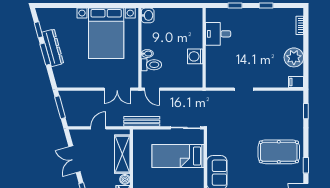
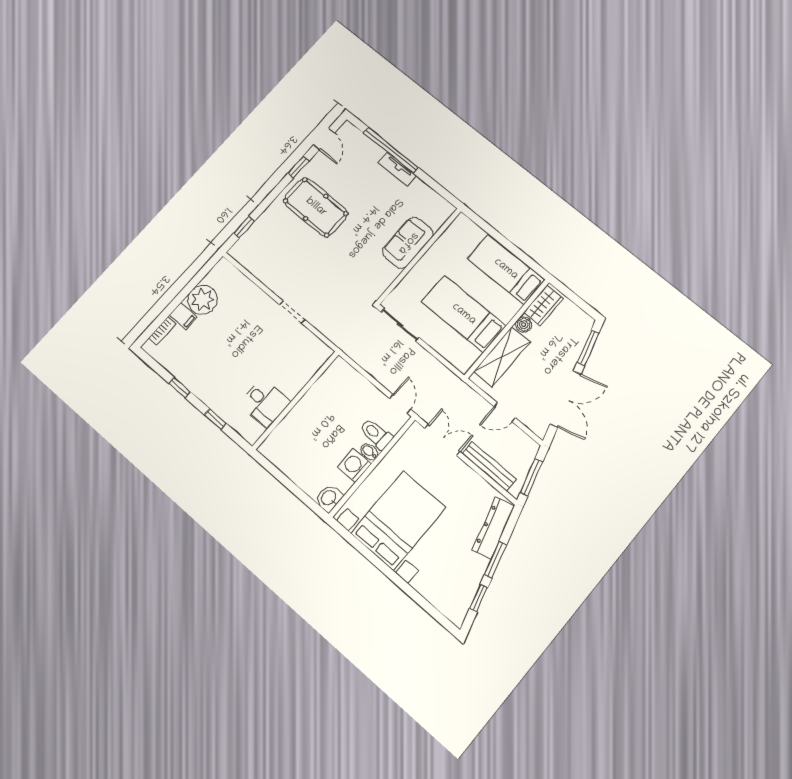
dresser: (53, 48) -> (493, 528), moved
washing machine: (195, 56) -> (354, 465), moved, turned 180
filing cabinet: (296, 82) -> (183, 316), moved
bench: (142, 121) -> (489, 466), moved
bed: (178, 156) -> (464, 314), moved, turned 180
double door: (74, 159) -> (566, 399), width x1.37

